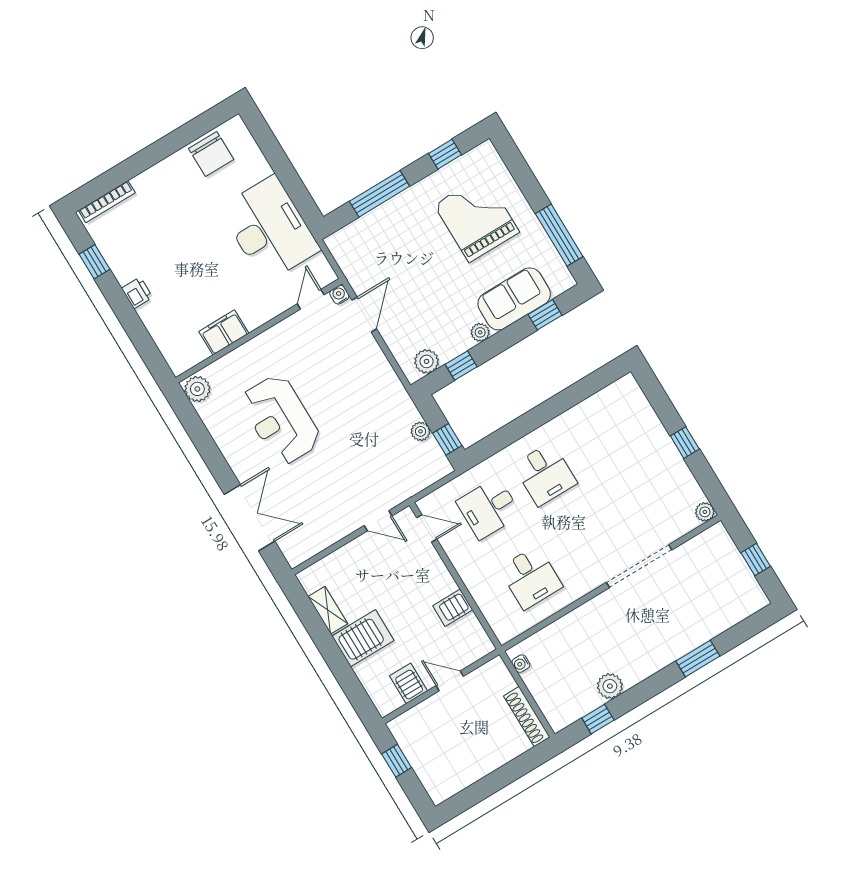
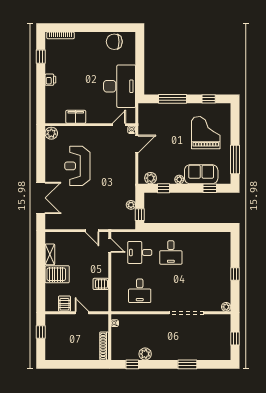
chair: (211, 154) -> (114, 42), turned 90

